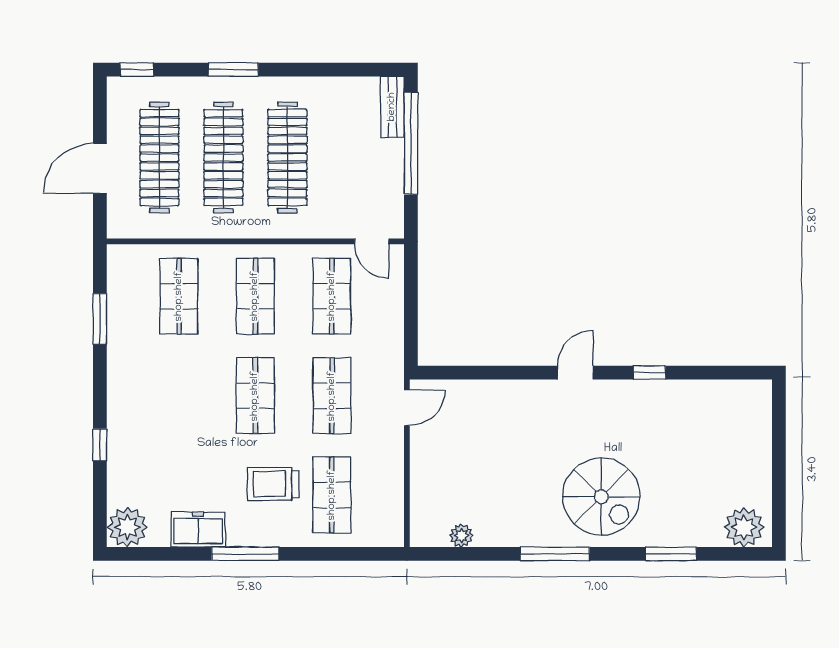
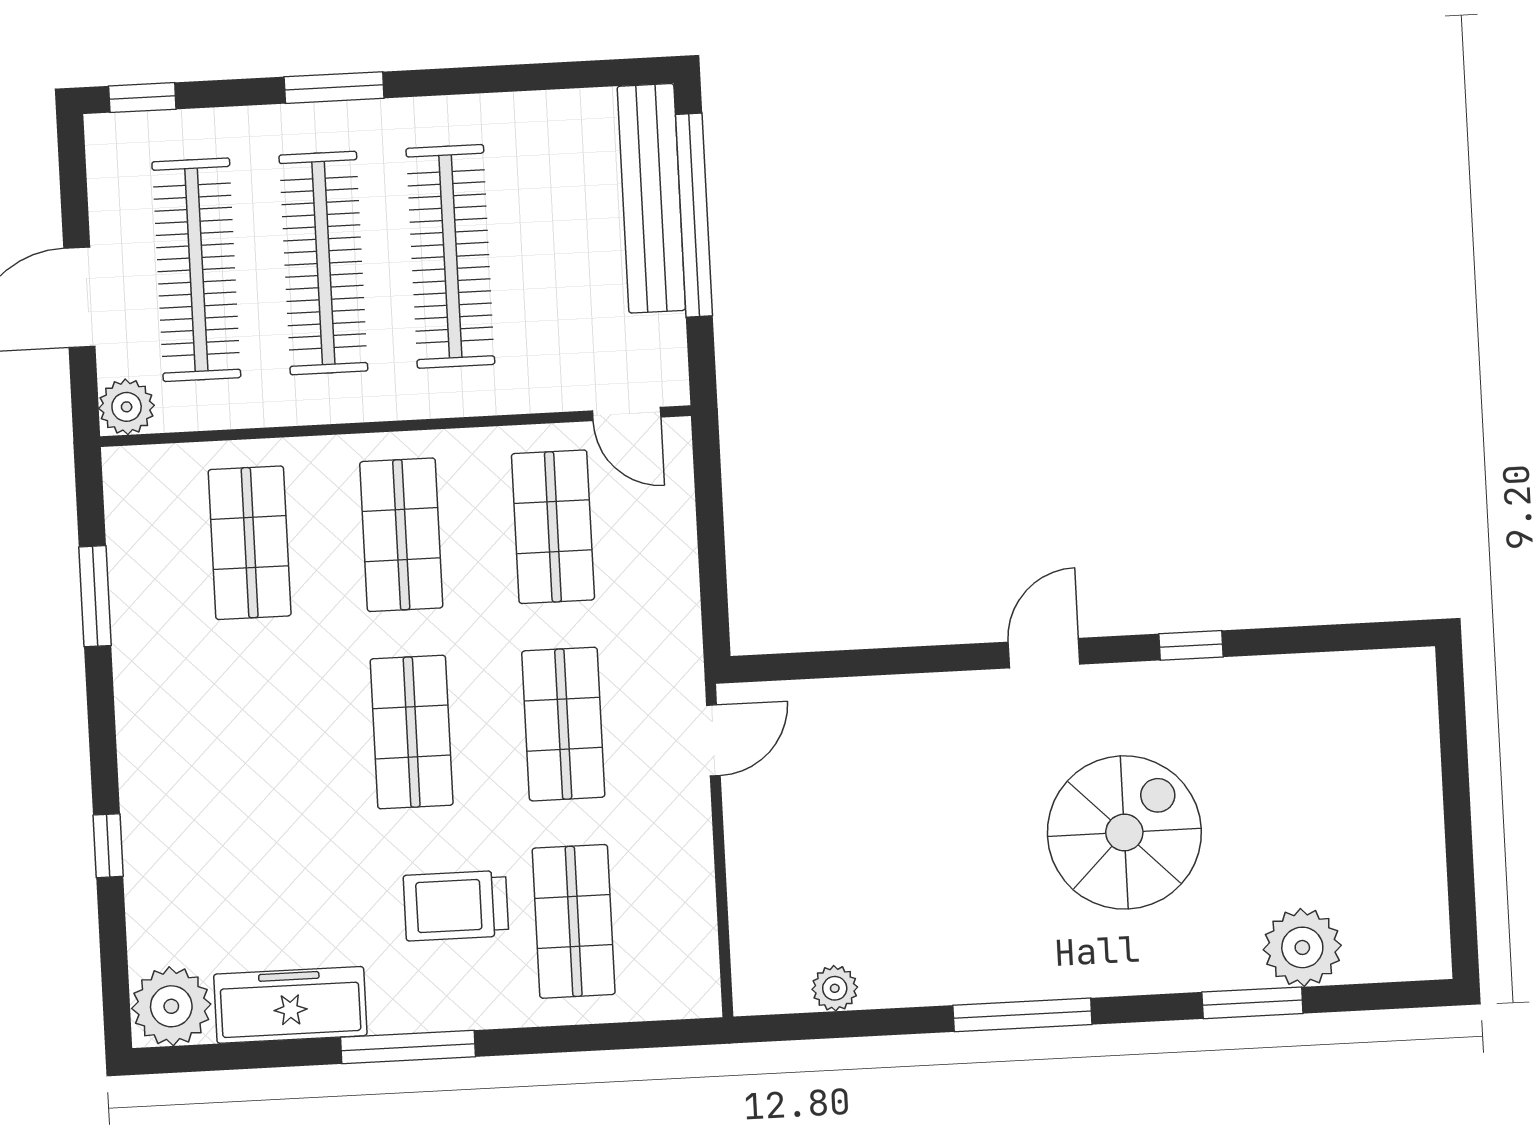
bench: (392, 107) -> (651, 198), width x1.86, depth x1.21
plant: (121, 225) -> (127, 407), added
spiral stairs: (601, 497) -> (1124, 832), moved, turned -90
plant: (744, 527) -> (1302, 947), moved
freezer: (198, 530) -> (290, 1005), width x1.40

